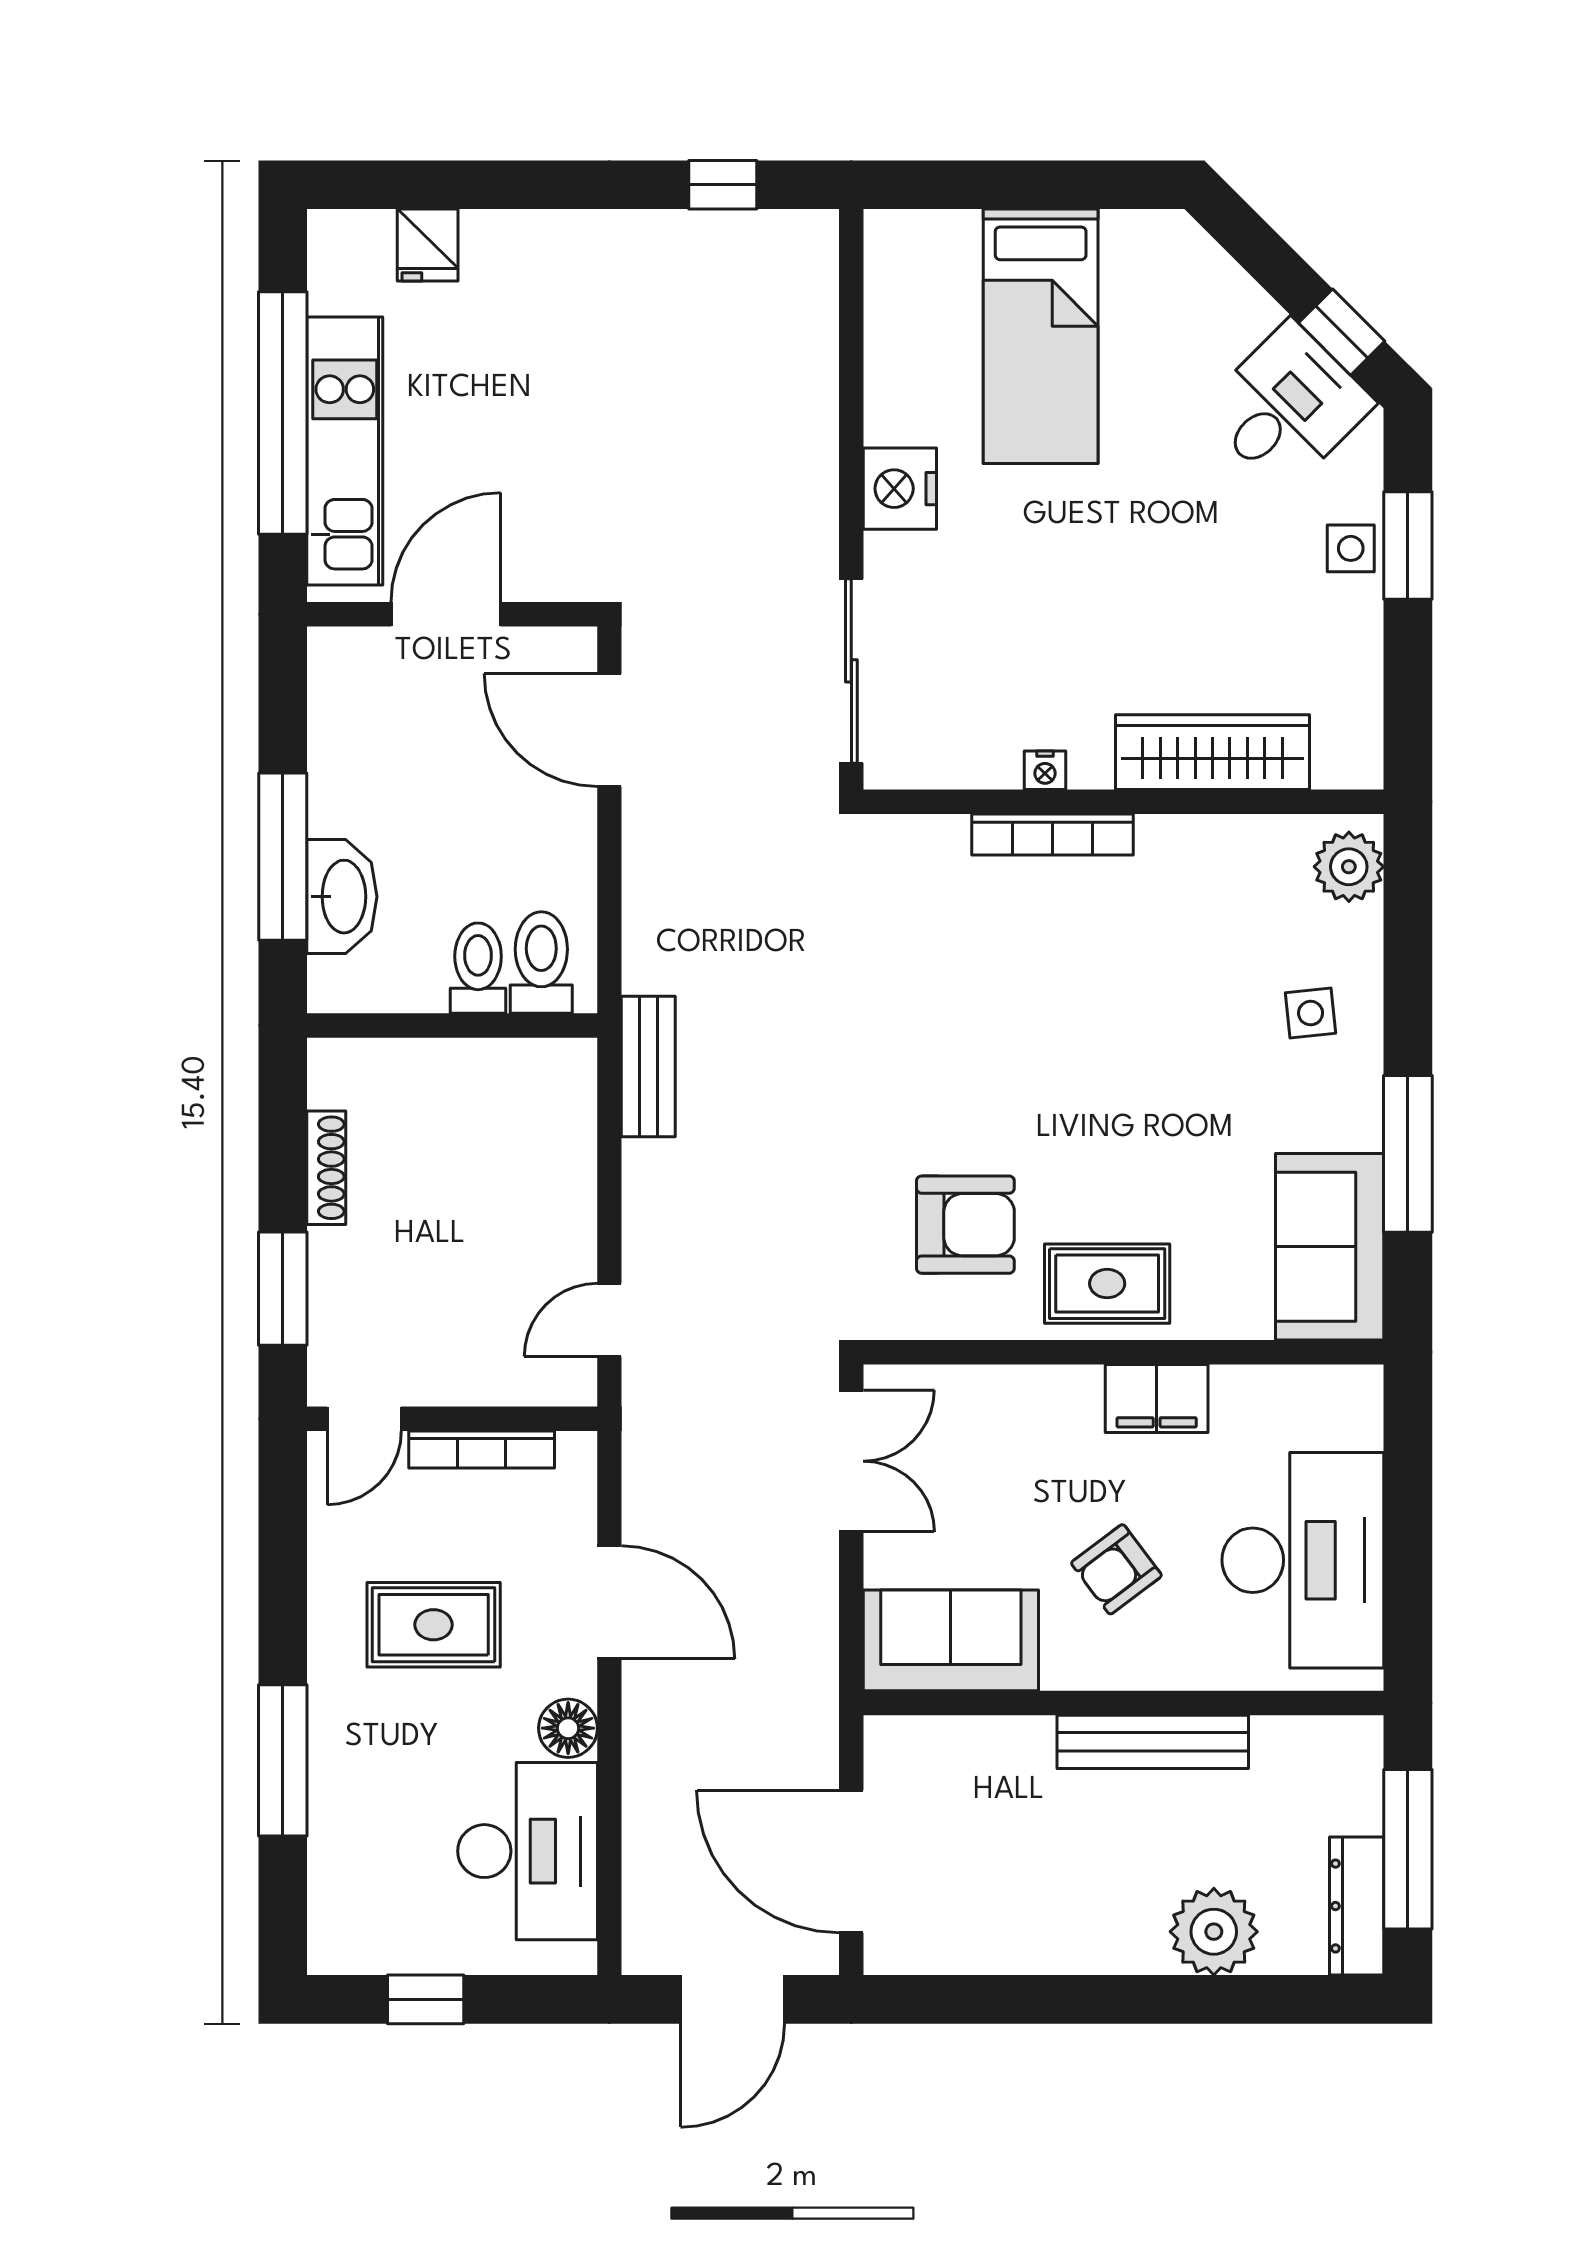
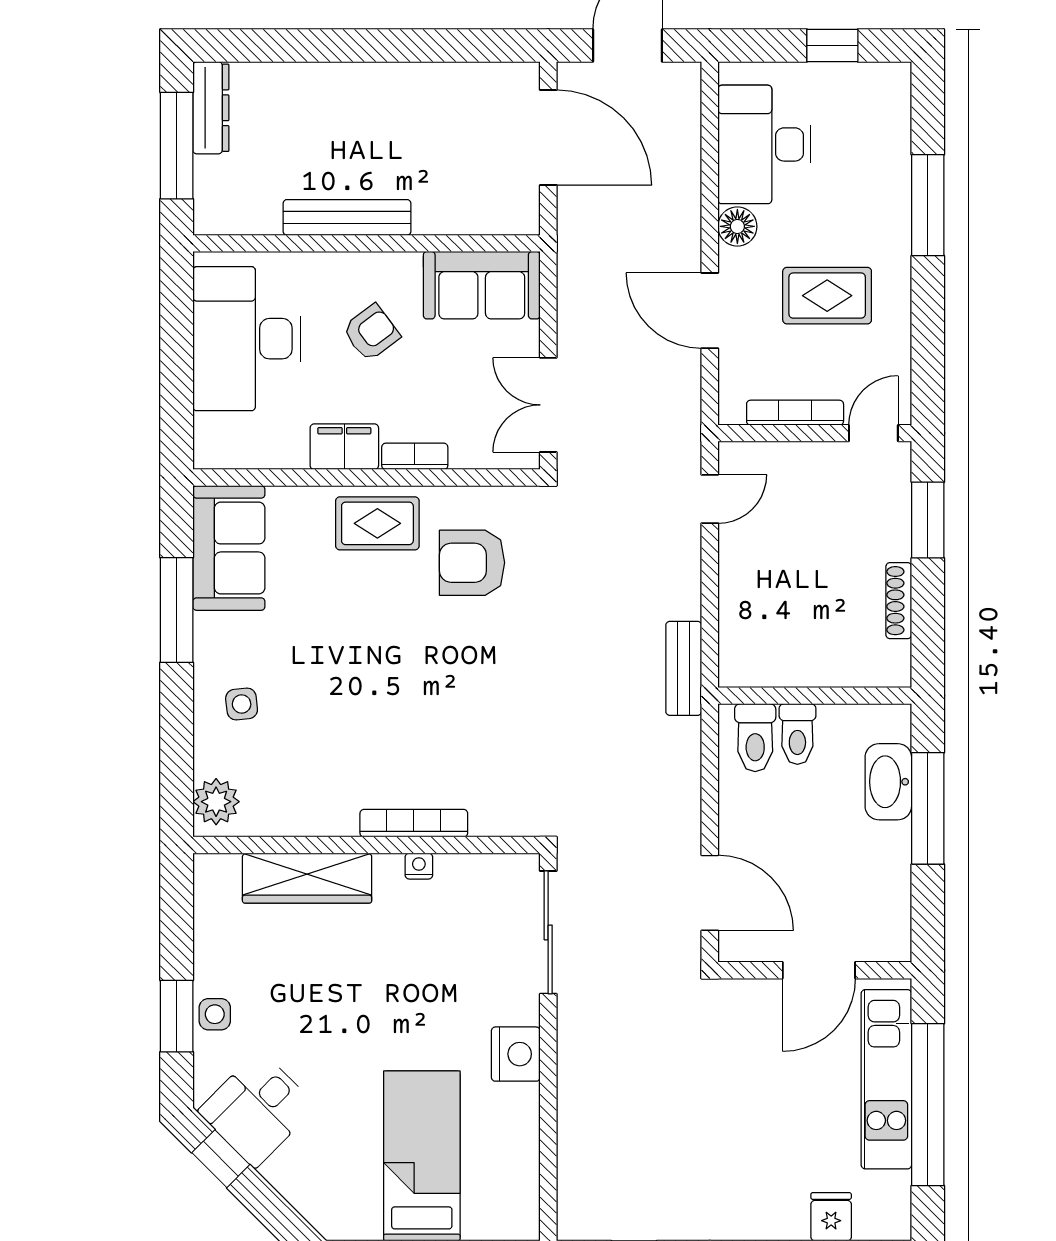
bookcase: (1051, 1384) -> (415, 456), added
plant: (1214, 1932) -> (306, 91), removed

